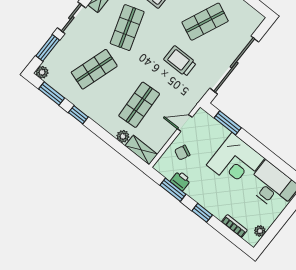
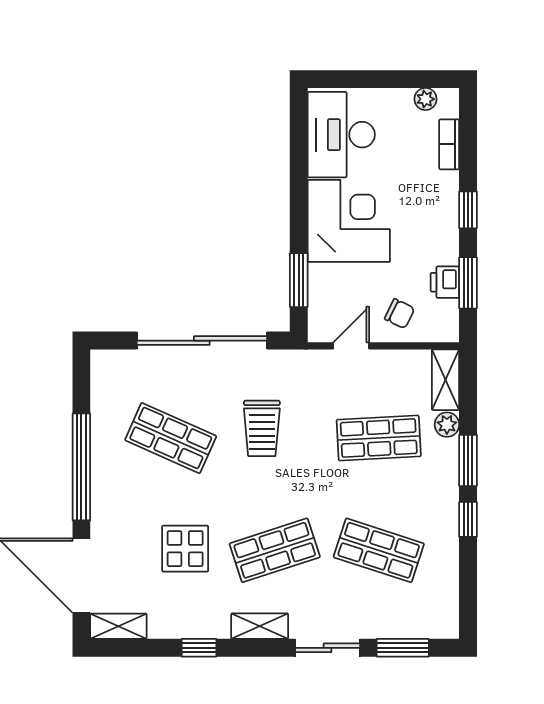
plant: (42, 72) -> (447, 627), removed
window: (52, 94) -> (468, 460), moved
door: (185, 123) -> (351, 346), swing flipped

